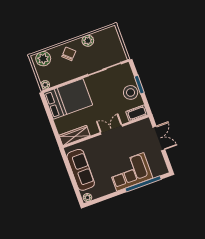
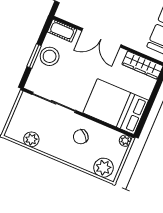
plant: (88, 41) -> (31, 139), moved
chair: (69, 54) -> (81, 137), moved
double door: (111, 129) -> (101, 38), width x1.37

